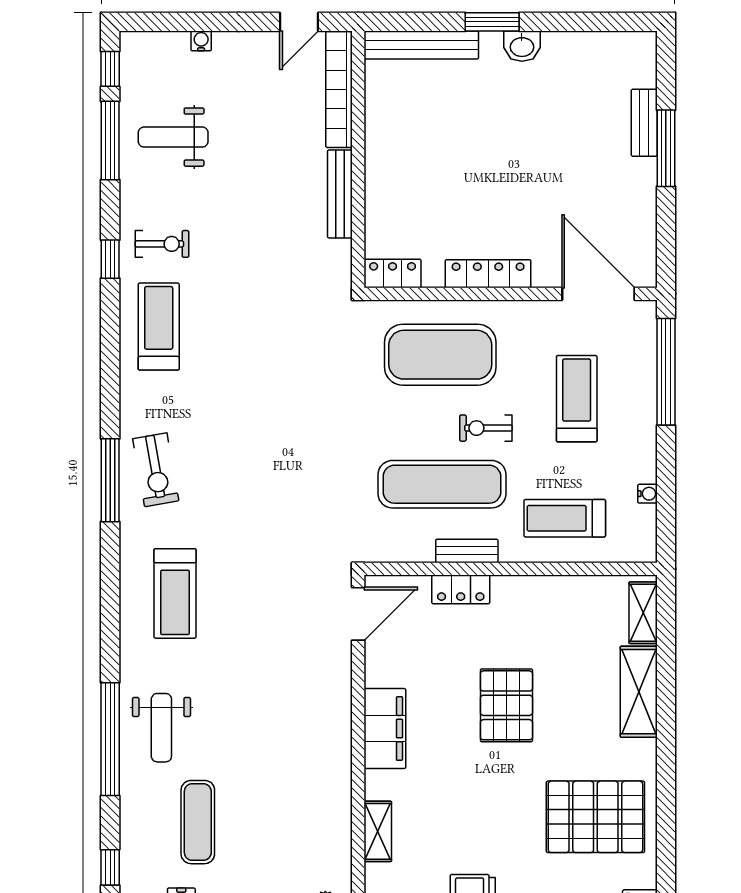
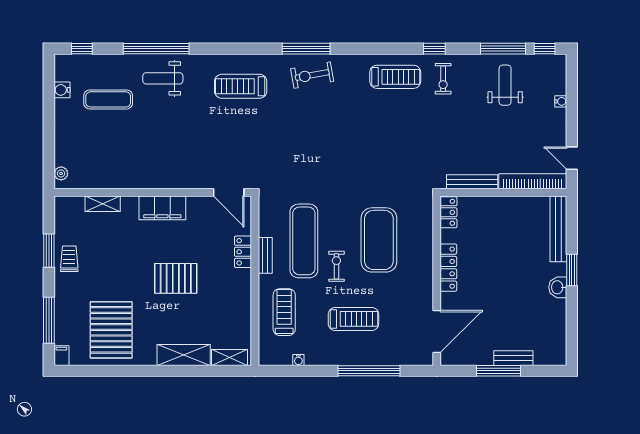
locker: (393, 274) -> (448, 212), moved
locker: (488, 274) -> (448, 268), moved
wall: (511, 294) -> (437, 281), moved
door: (598, 294) -> (437, 332), moved

